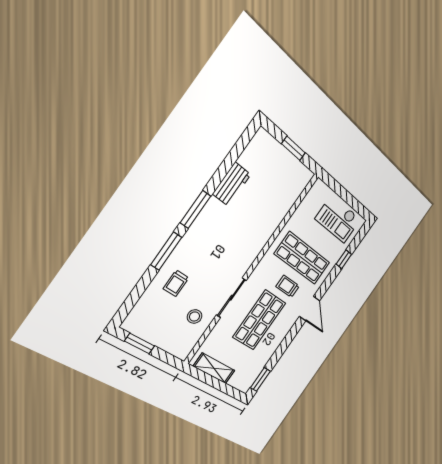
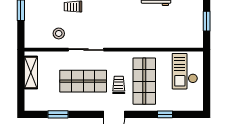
checkout: (338, 219) -> (185, 71), moved
window: (260, 379) -> (58, 114), moved

